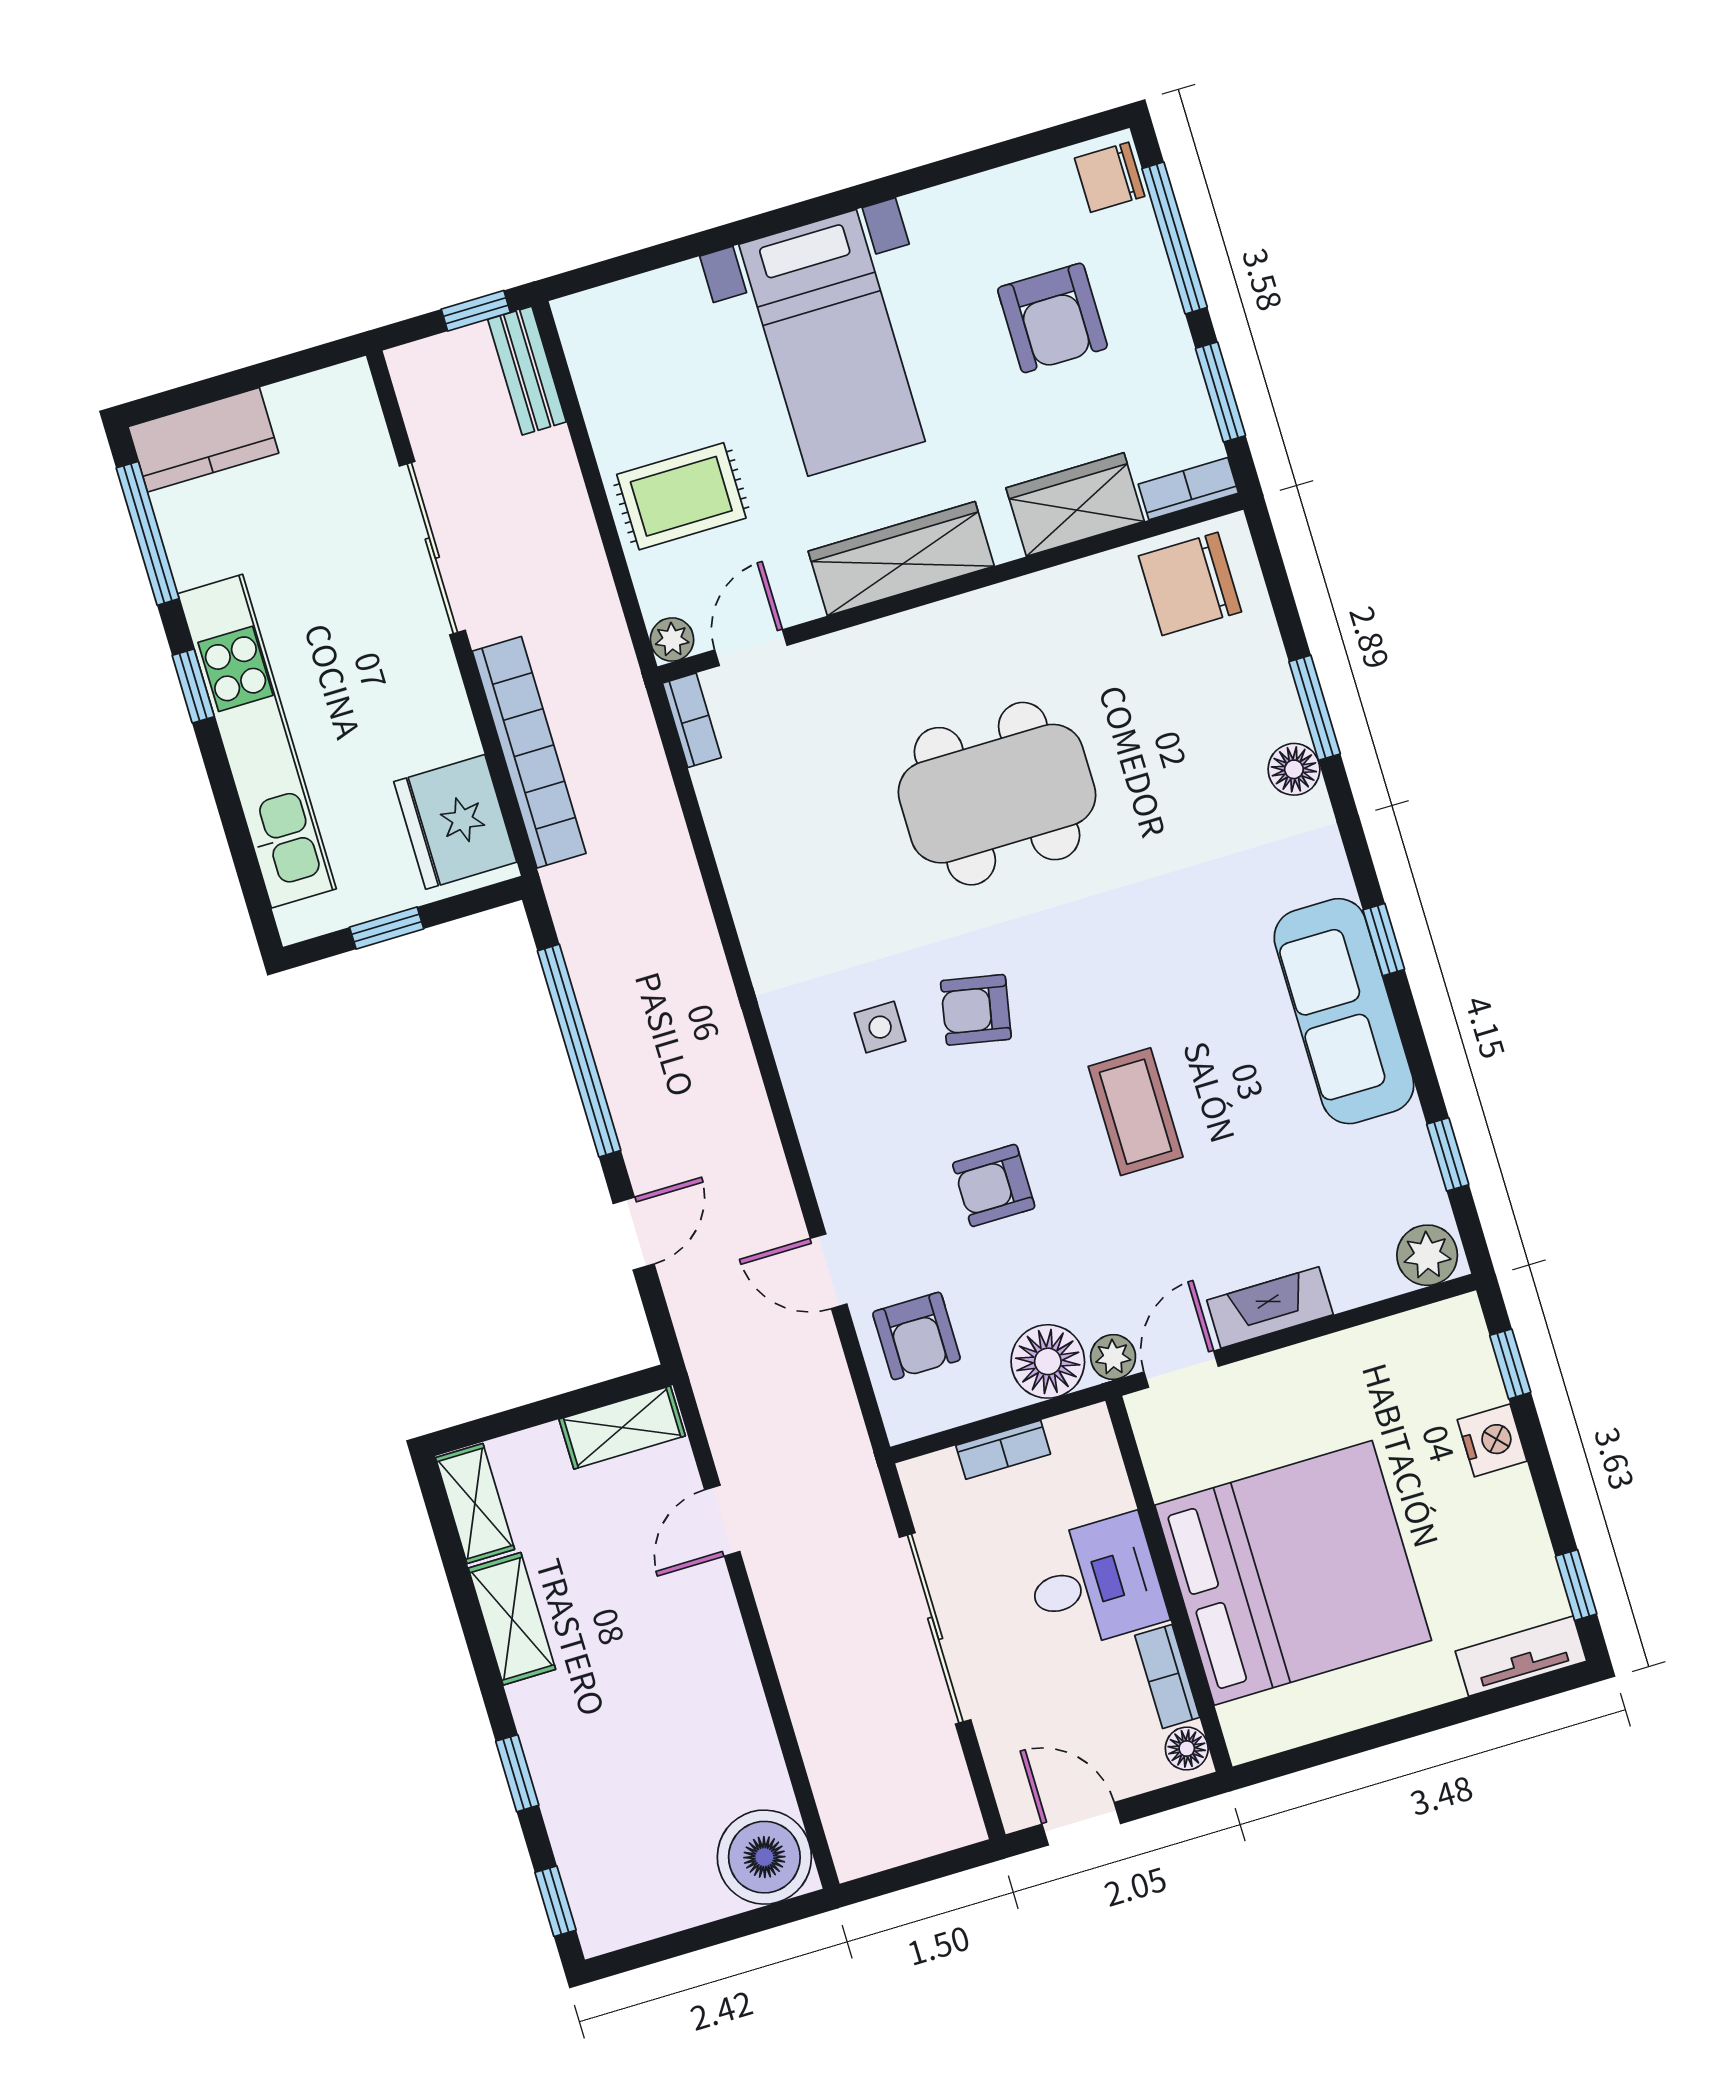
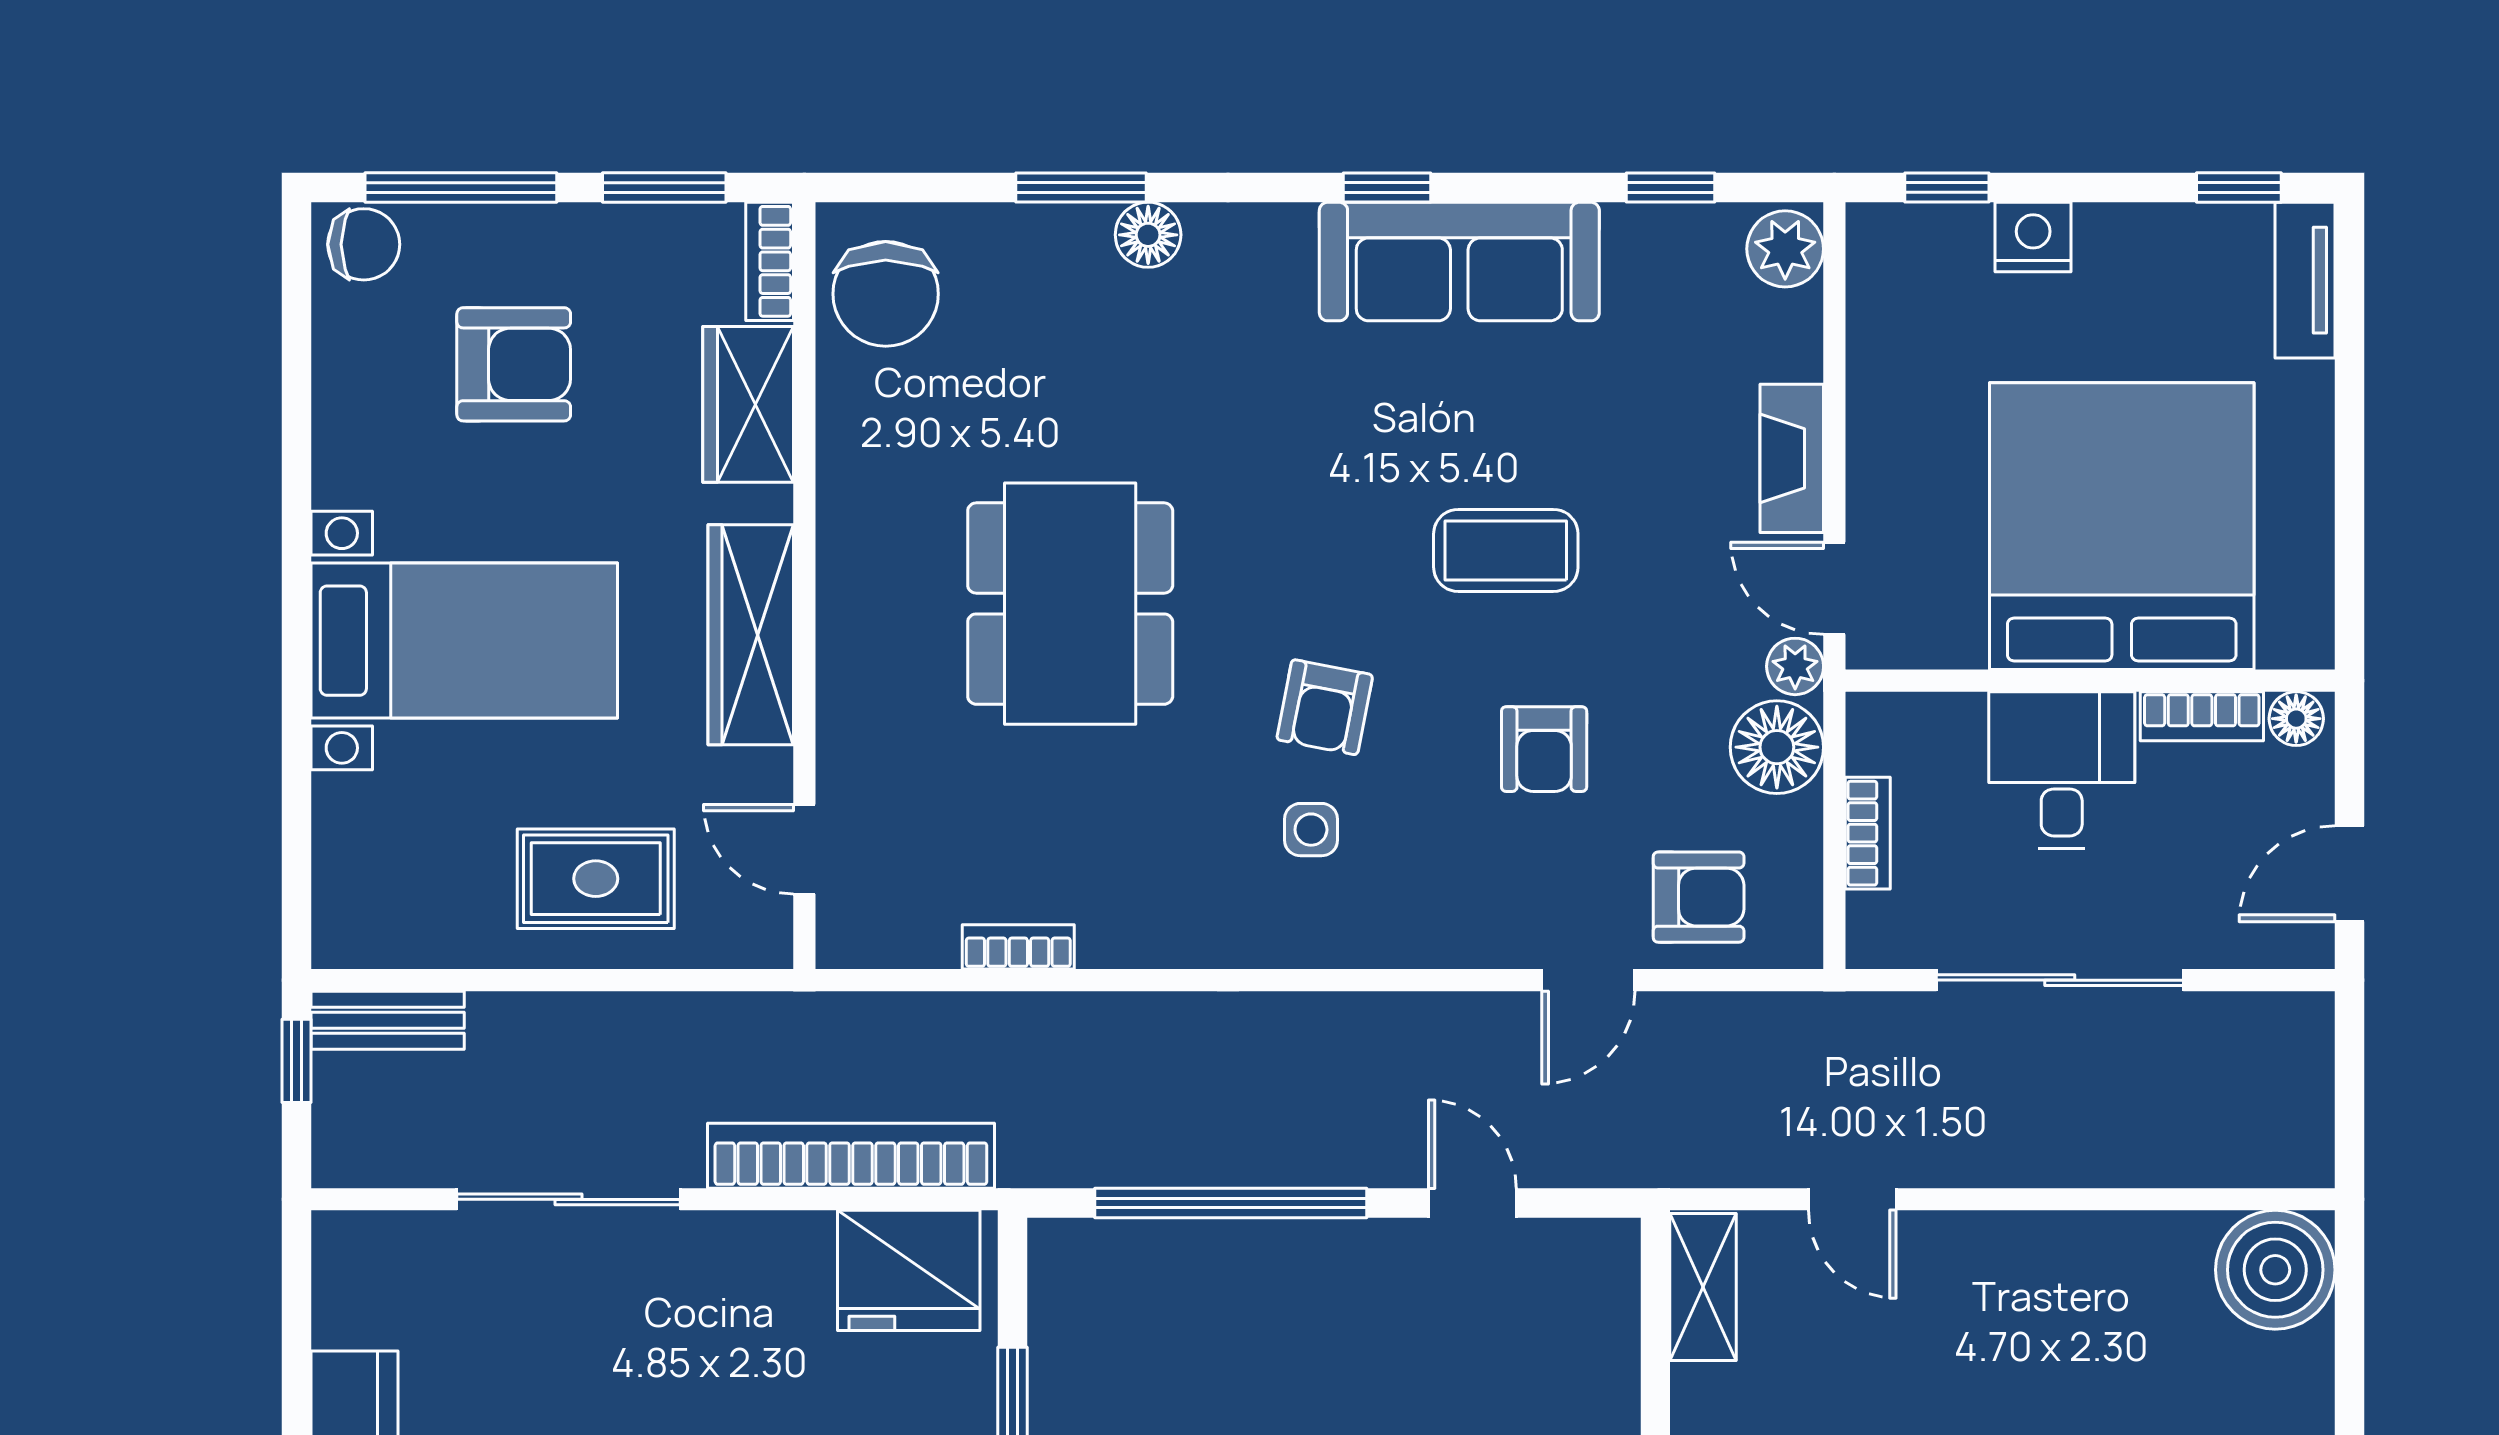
chair: (1110, 177) -> (364, 244), turned -90
rug: (681, 496) -> (596, 879), turned 90
plant: (672, 640) -> (766, 942), removed
bookcase: (692, 720) -> (1018, 947), moved

